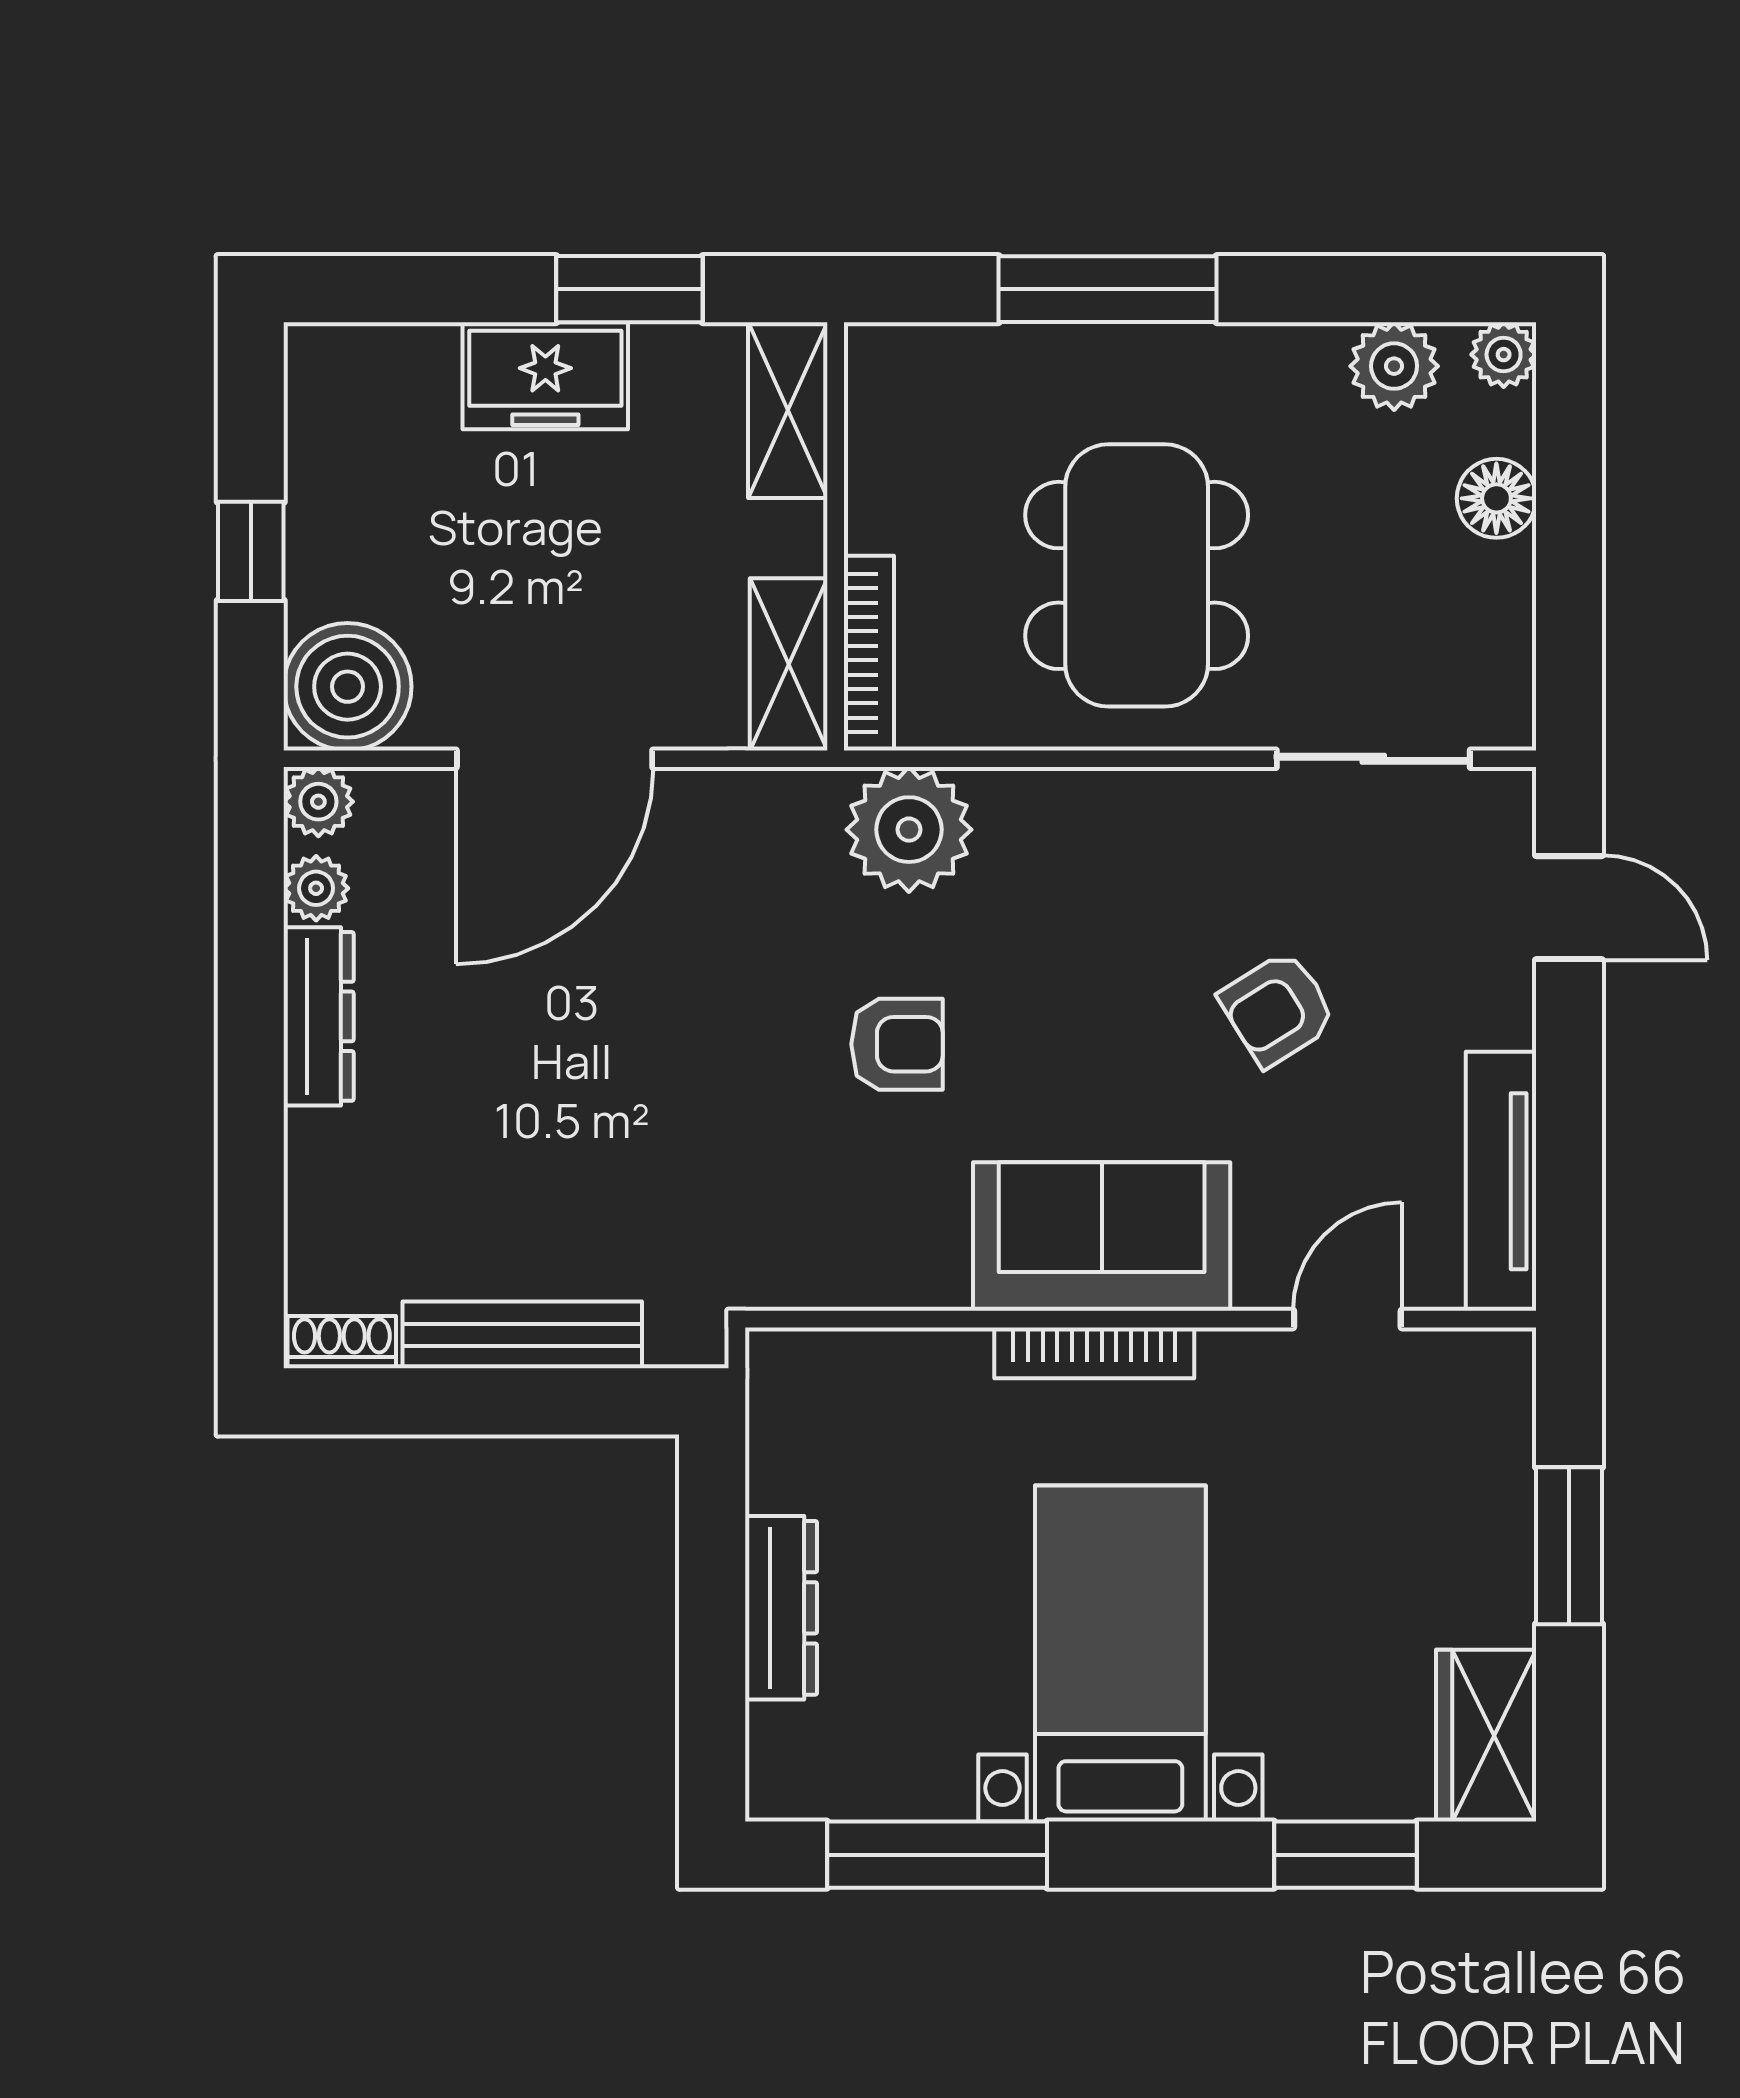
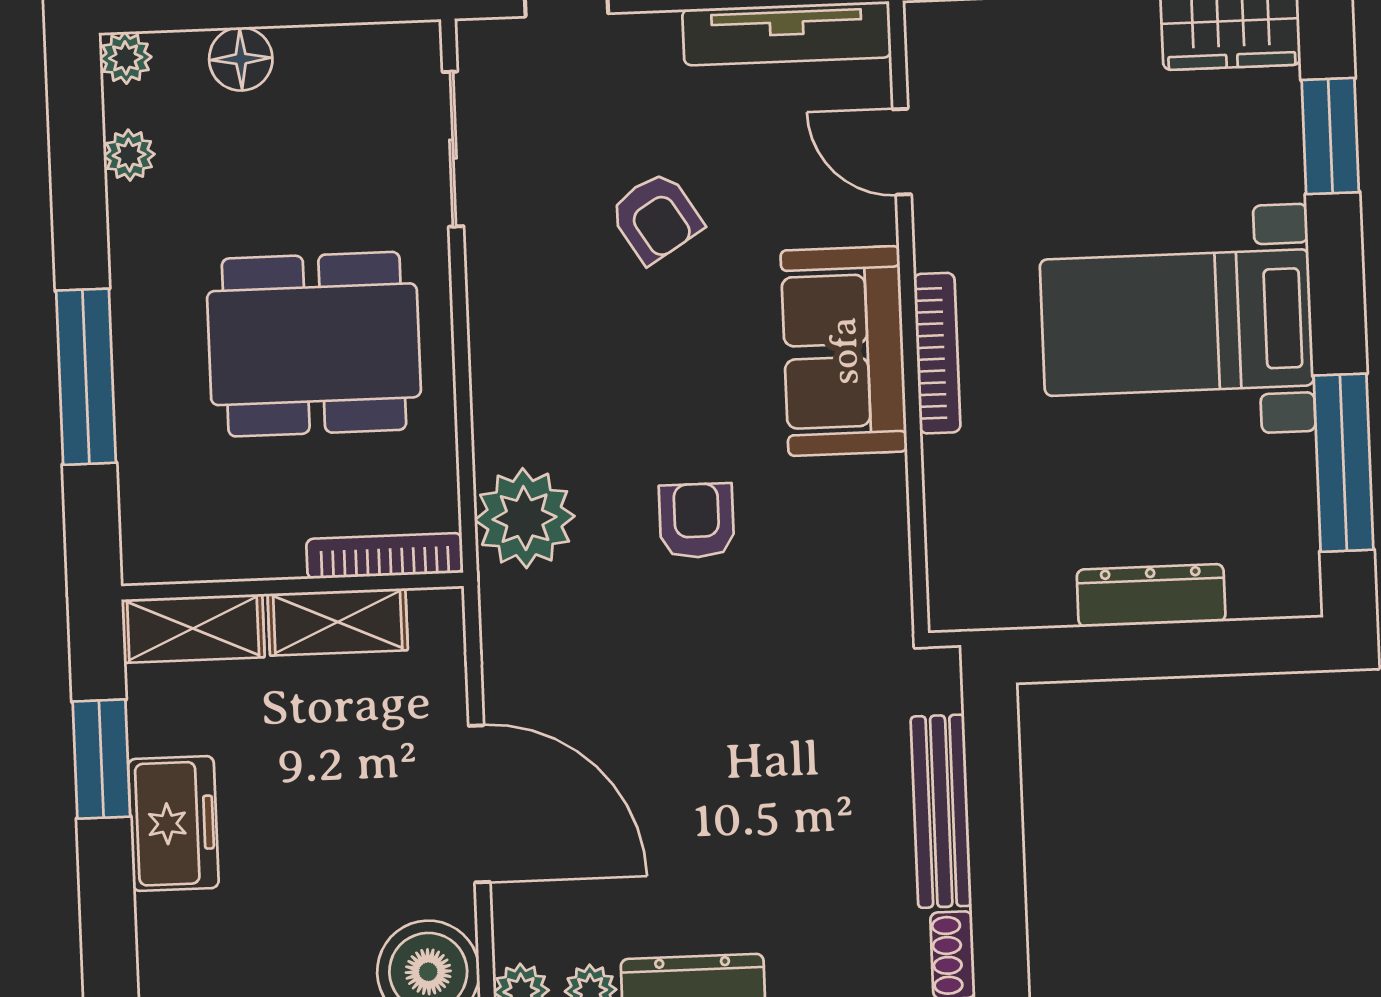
plant: (1394, 366) -> (129, 155), width x0.73, depth x0.73
shelving: (789, 664) -> (338, 622), moved

